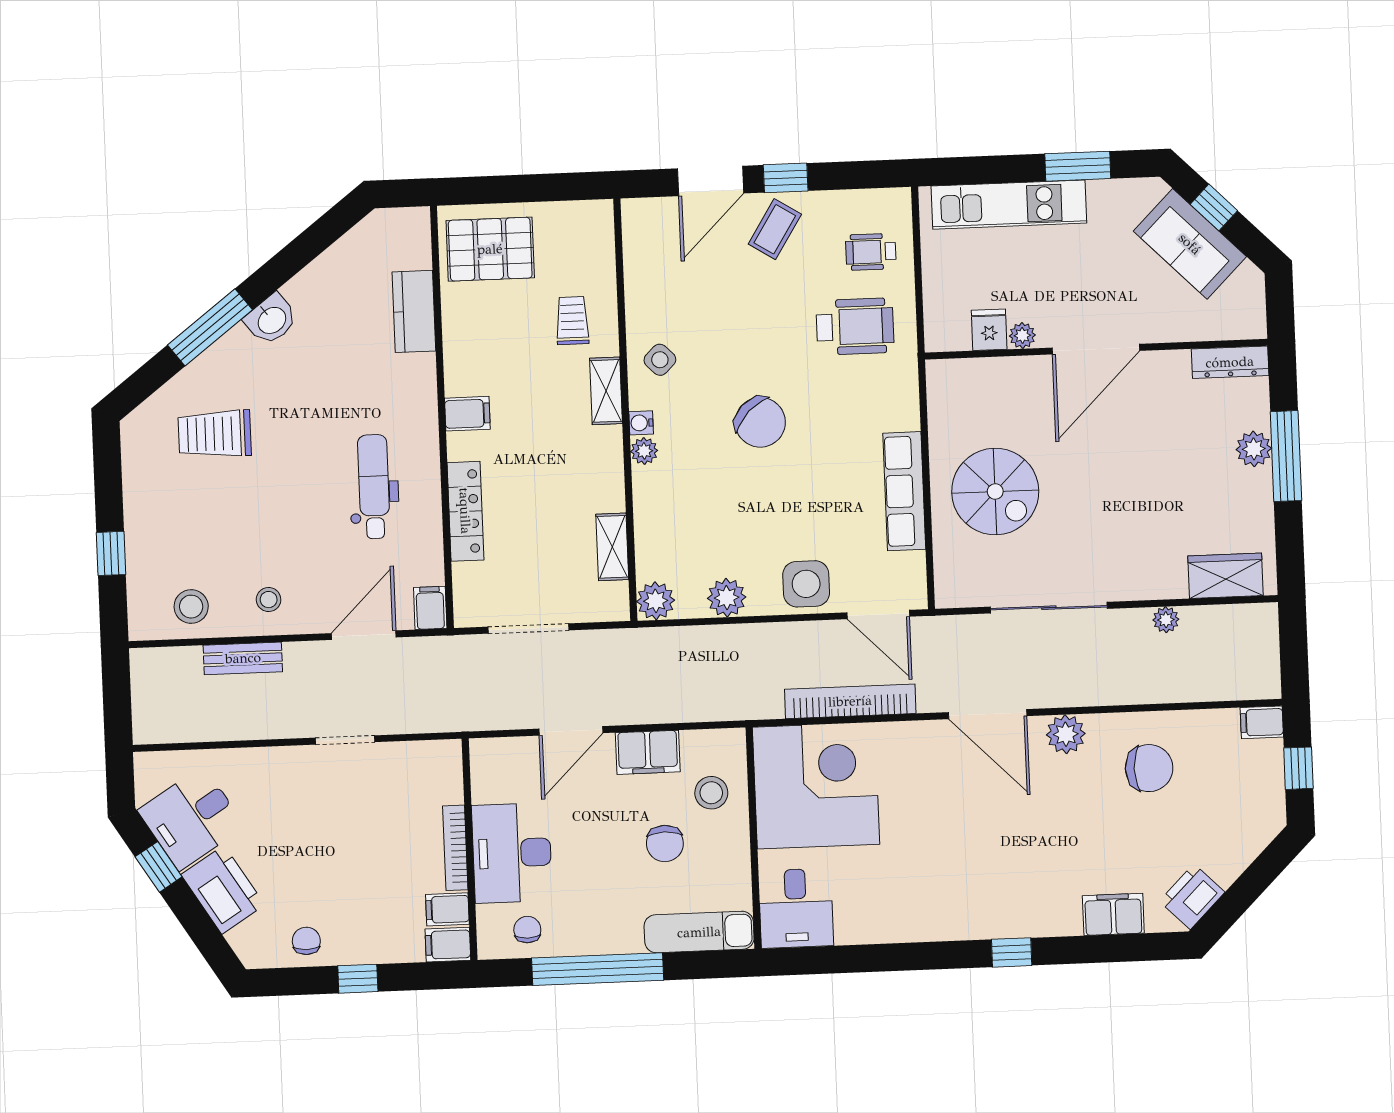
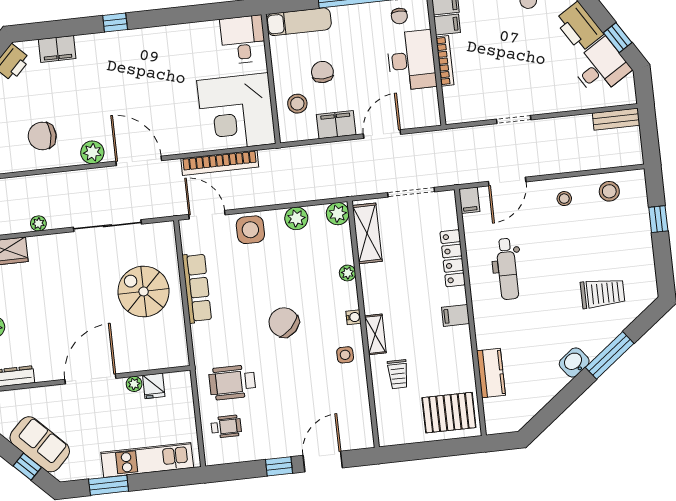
coffee table: (775, 229) -> (283, 436), removed
side table: (660, 360) -> (345, 355), turned 45
plant: (644, 451) -> (348, 273), moved
shelving: (612, 547) -> (367, 233), width x1.50, depth x1.33
bench: (243, 658) -> (616, 119), moved

